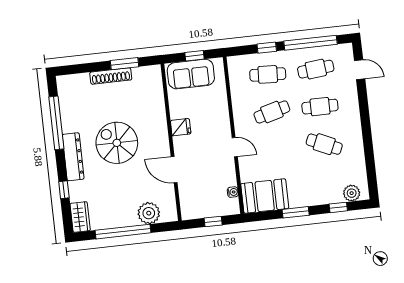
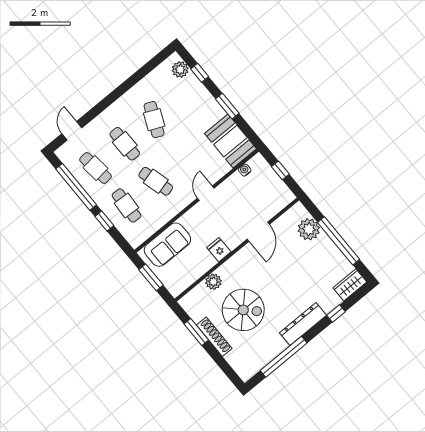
window: (195, 56) -> (151, 277), width x1.50
sofa: (191, 74) -> (167, 245), moved, turned 90
plant: (157, 105) -> (213, 282), added
spiral stairs: (117, 143) -> (243, 310), moved, turned -90

